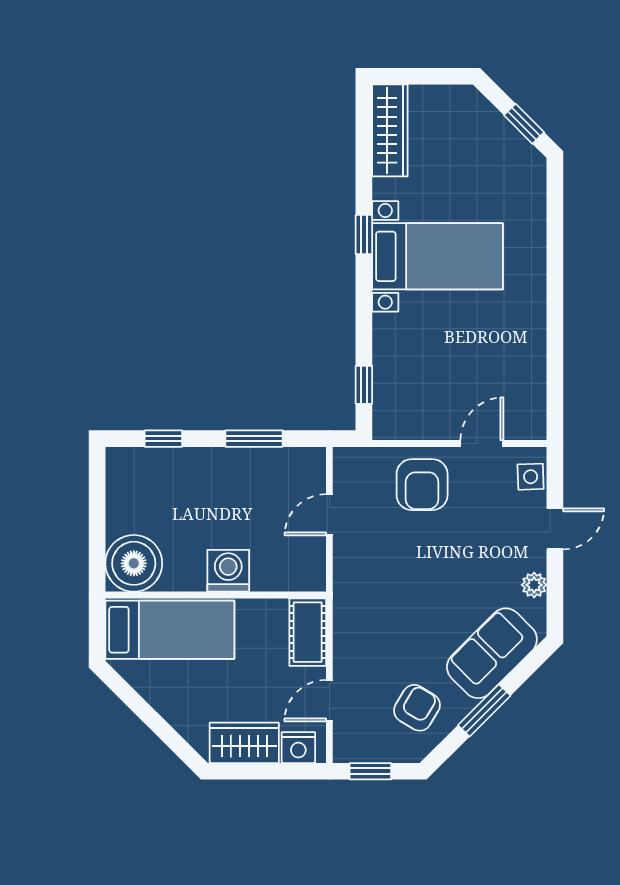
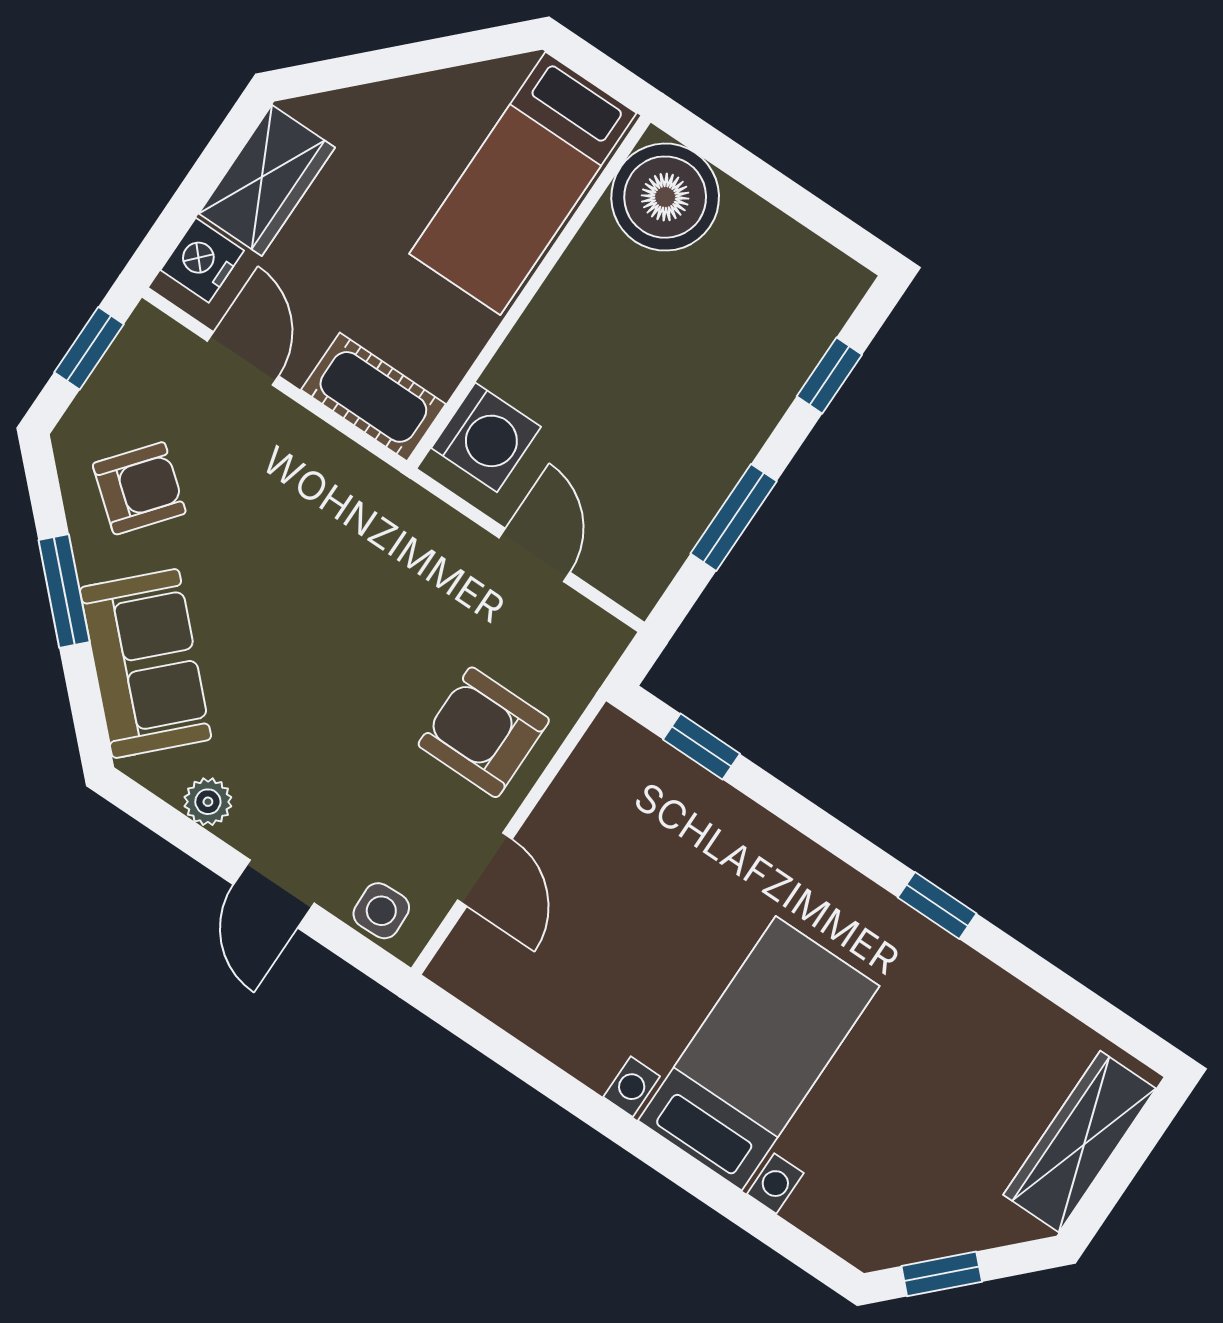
wardrobe: (390, 130) -> (1080, 1142), moved, turned 90
bed with nightstands: (437, 256) -> (759, 1053), moved, turned 180
washing machine: (228, 571) -> (486, 437), moved
armchair: (417, 708) -> (139, 488), turned -82

